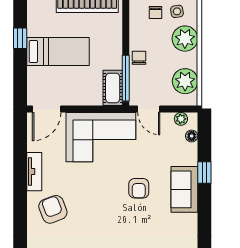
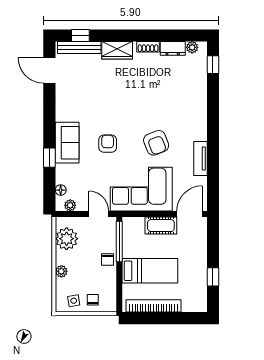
plant: (185, 39) -> (61, 271), width x0.53, depth x0.53
bed: (58, 51) -> (150, 271), moved, turned 180
cot: (113, 88) -> (161, 226), moved, turned 90
armchair: (53, 209) -> (156, 143), moved

